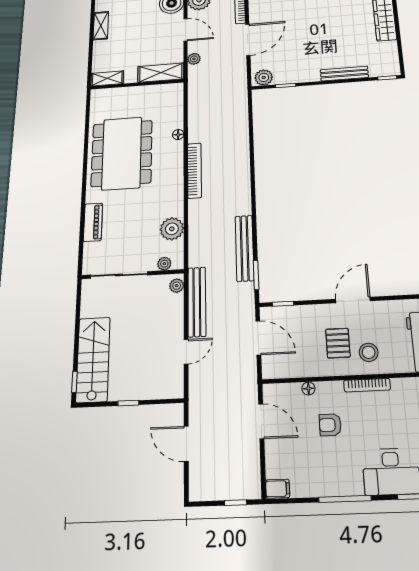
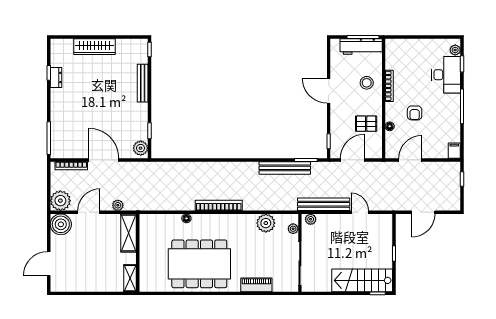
shelving: (101, 26) -> (78, 286), removed
pallet: (338, 343) -> (366, 124), moved

